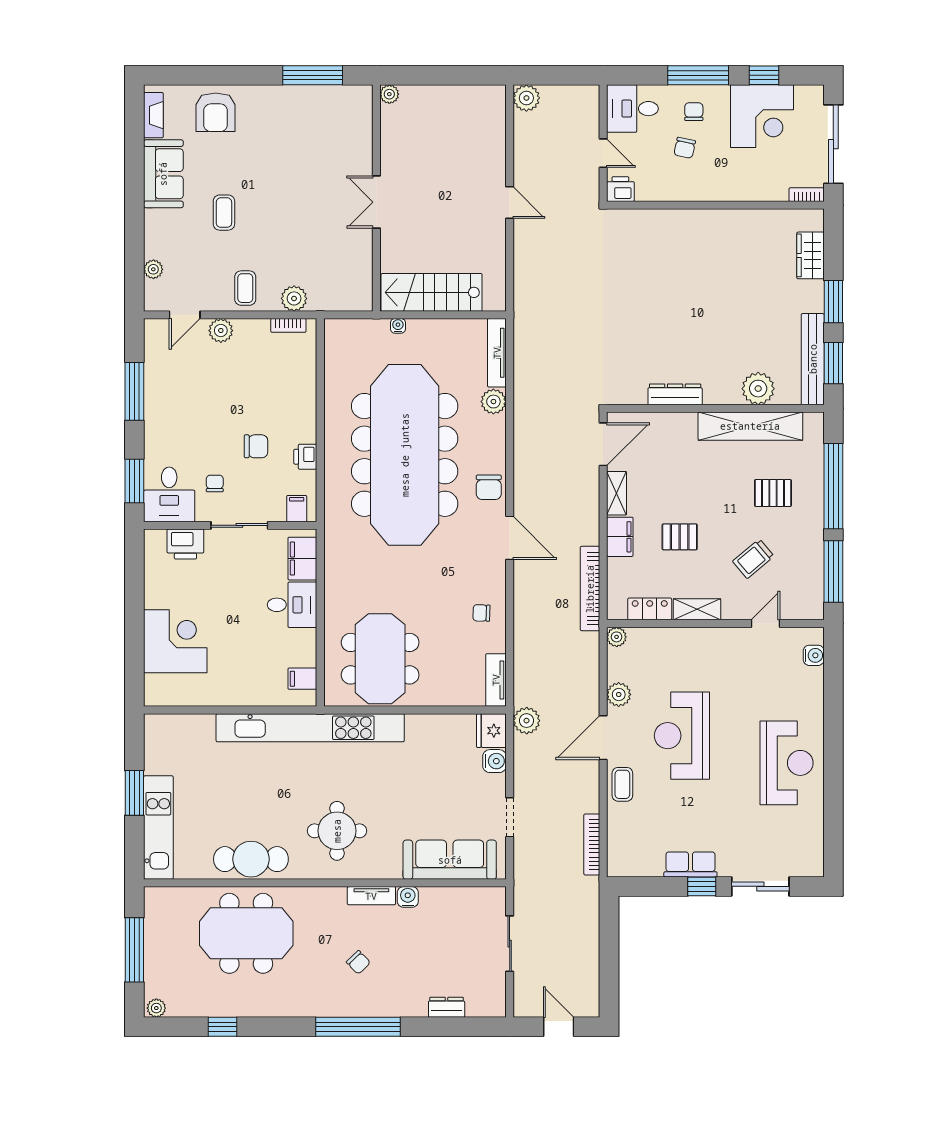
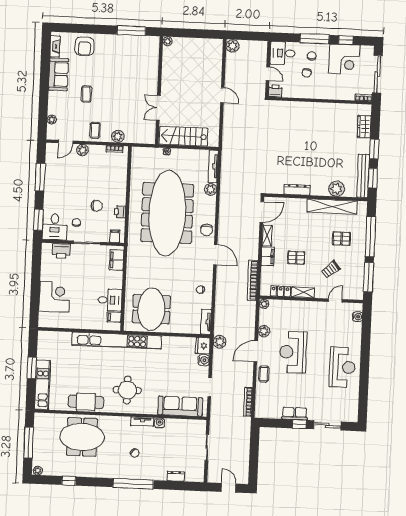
double door: (376, 202) -> (158, 108), moved
desk: (292, 605) -> (110, 300), moved

